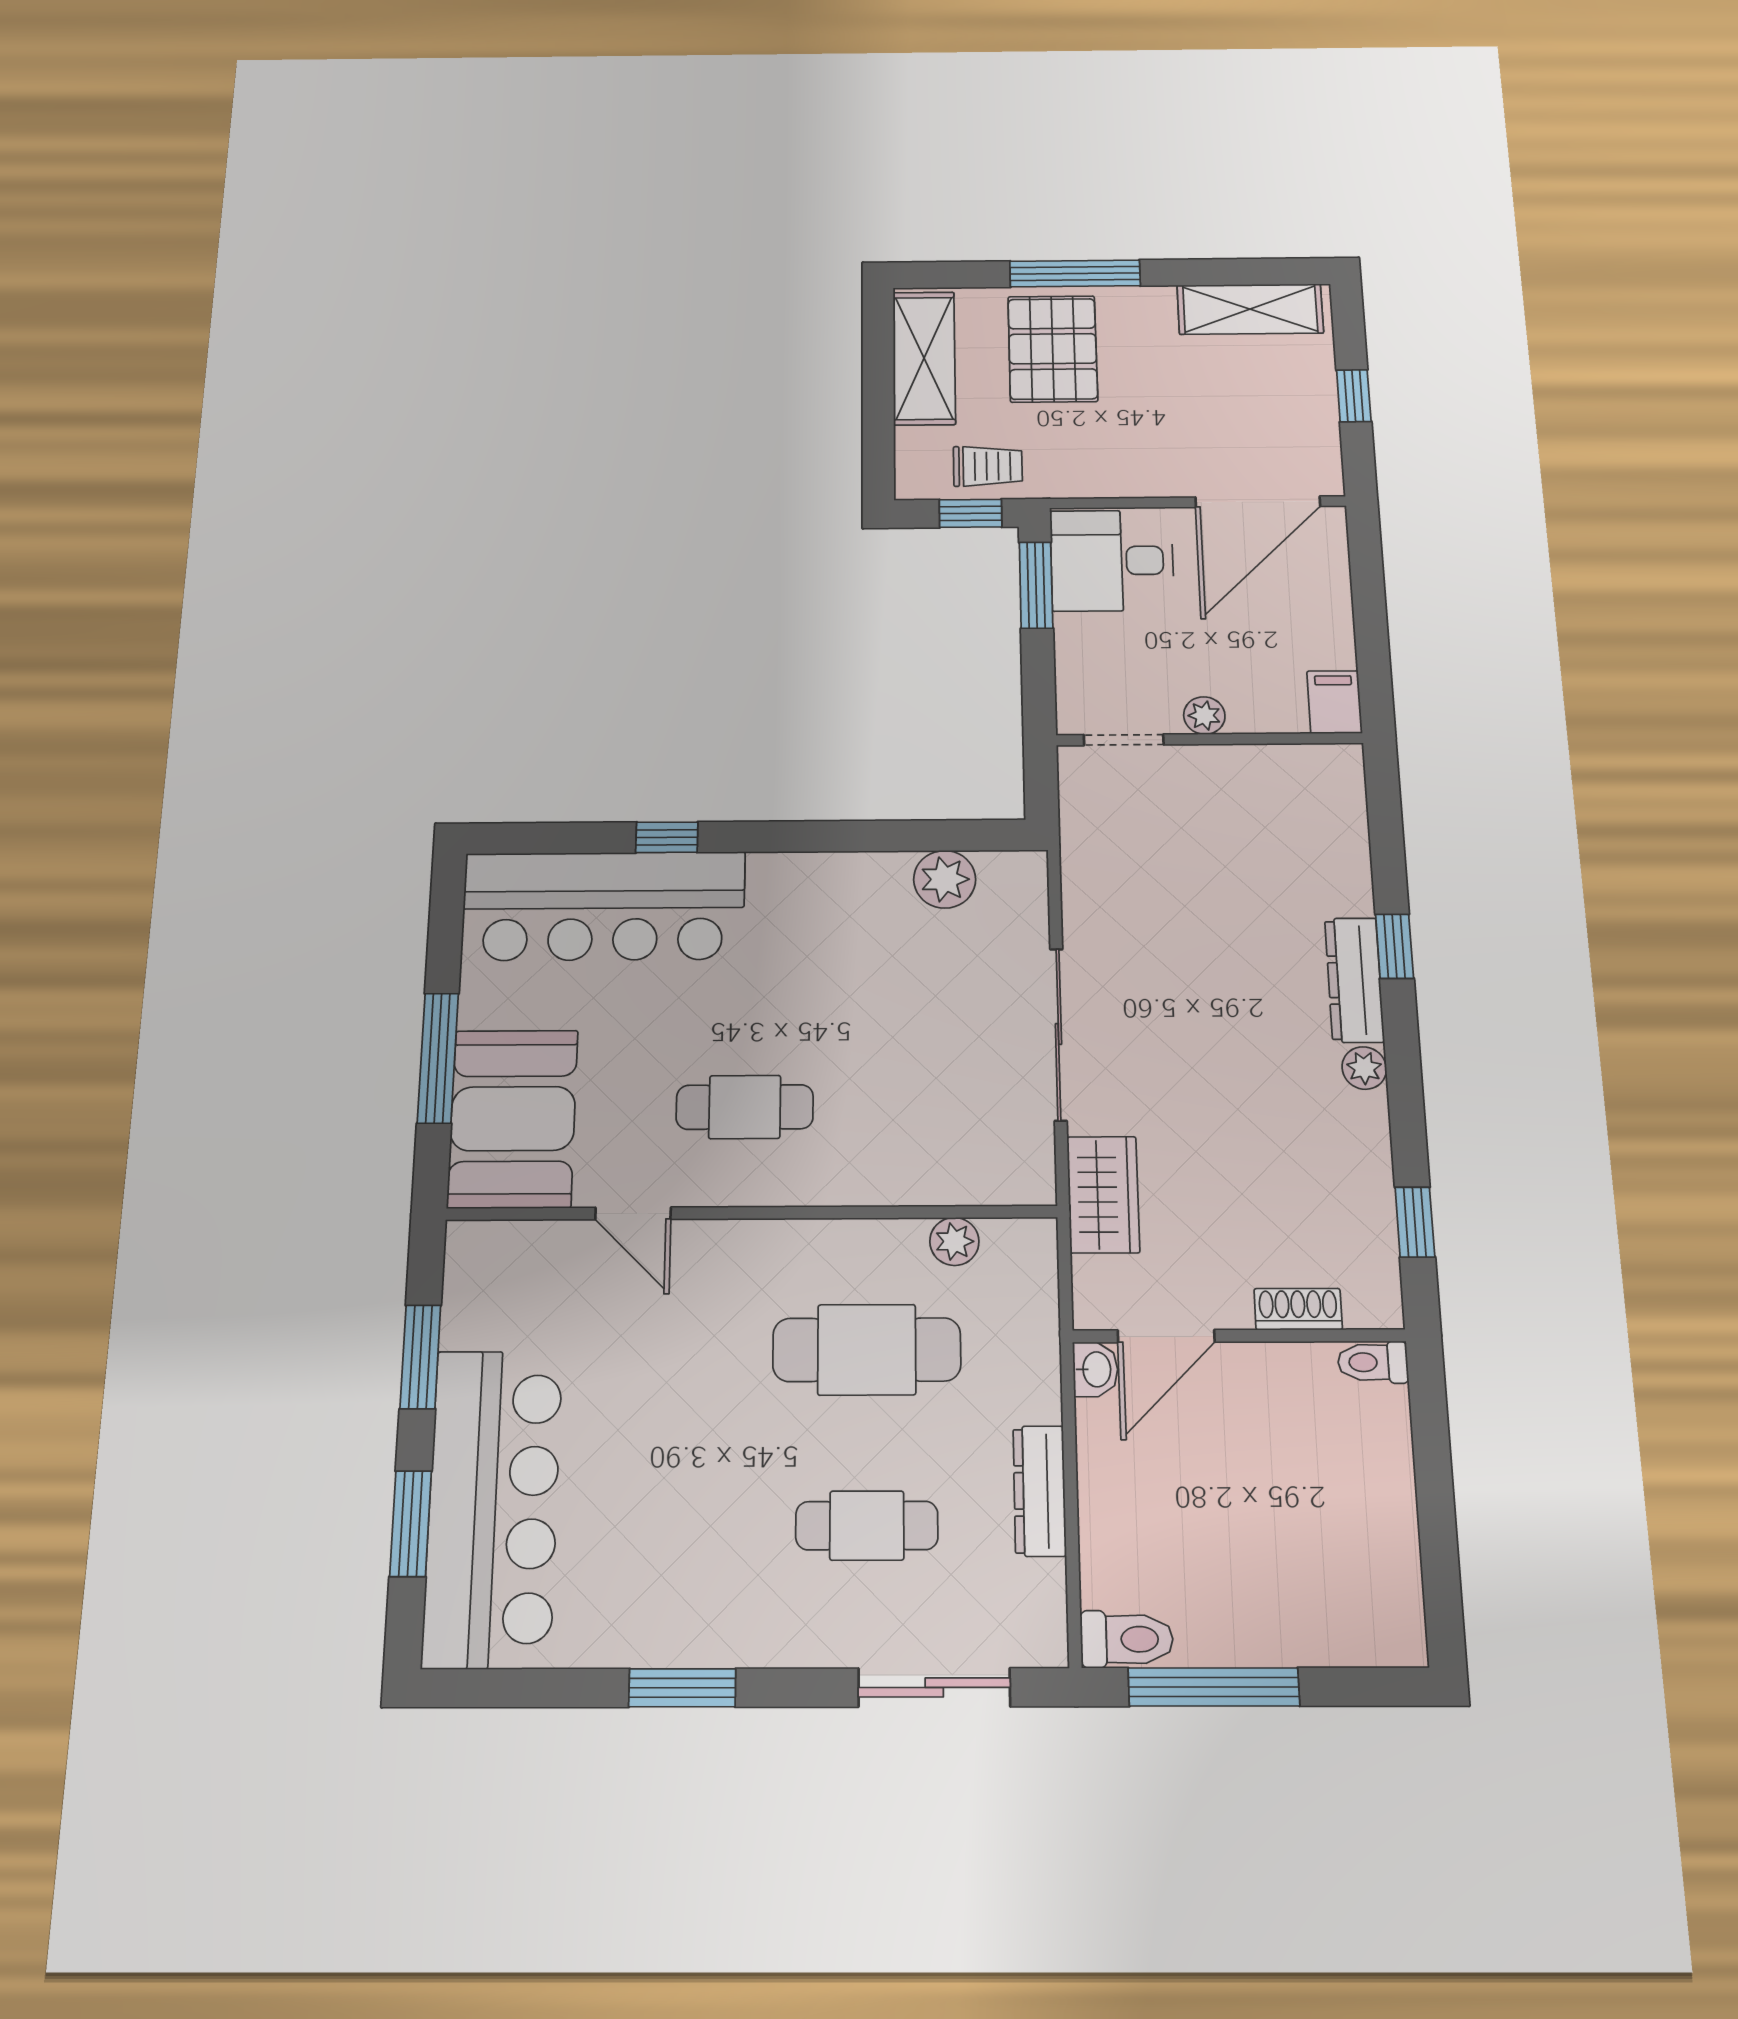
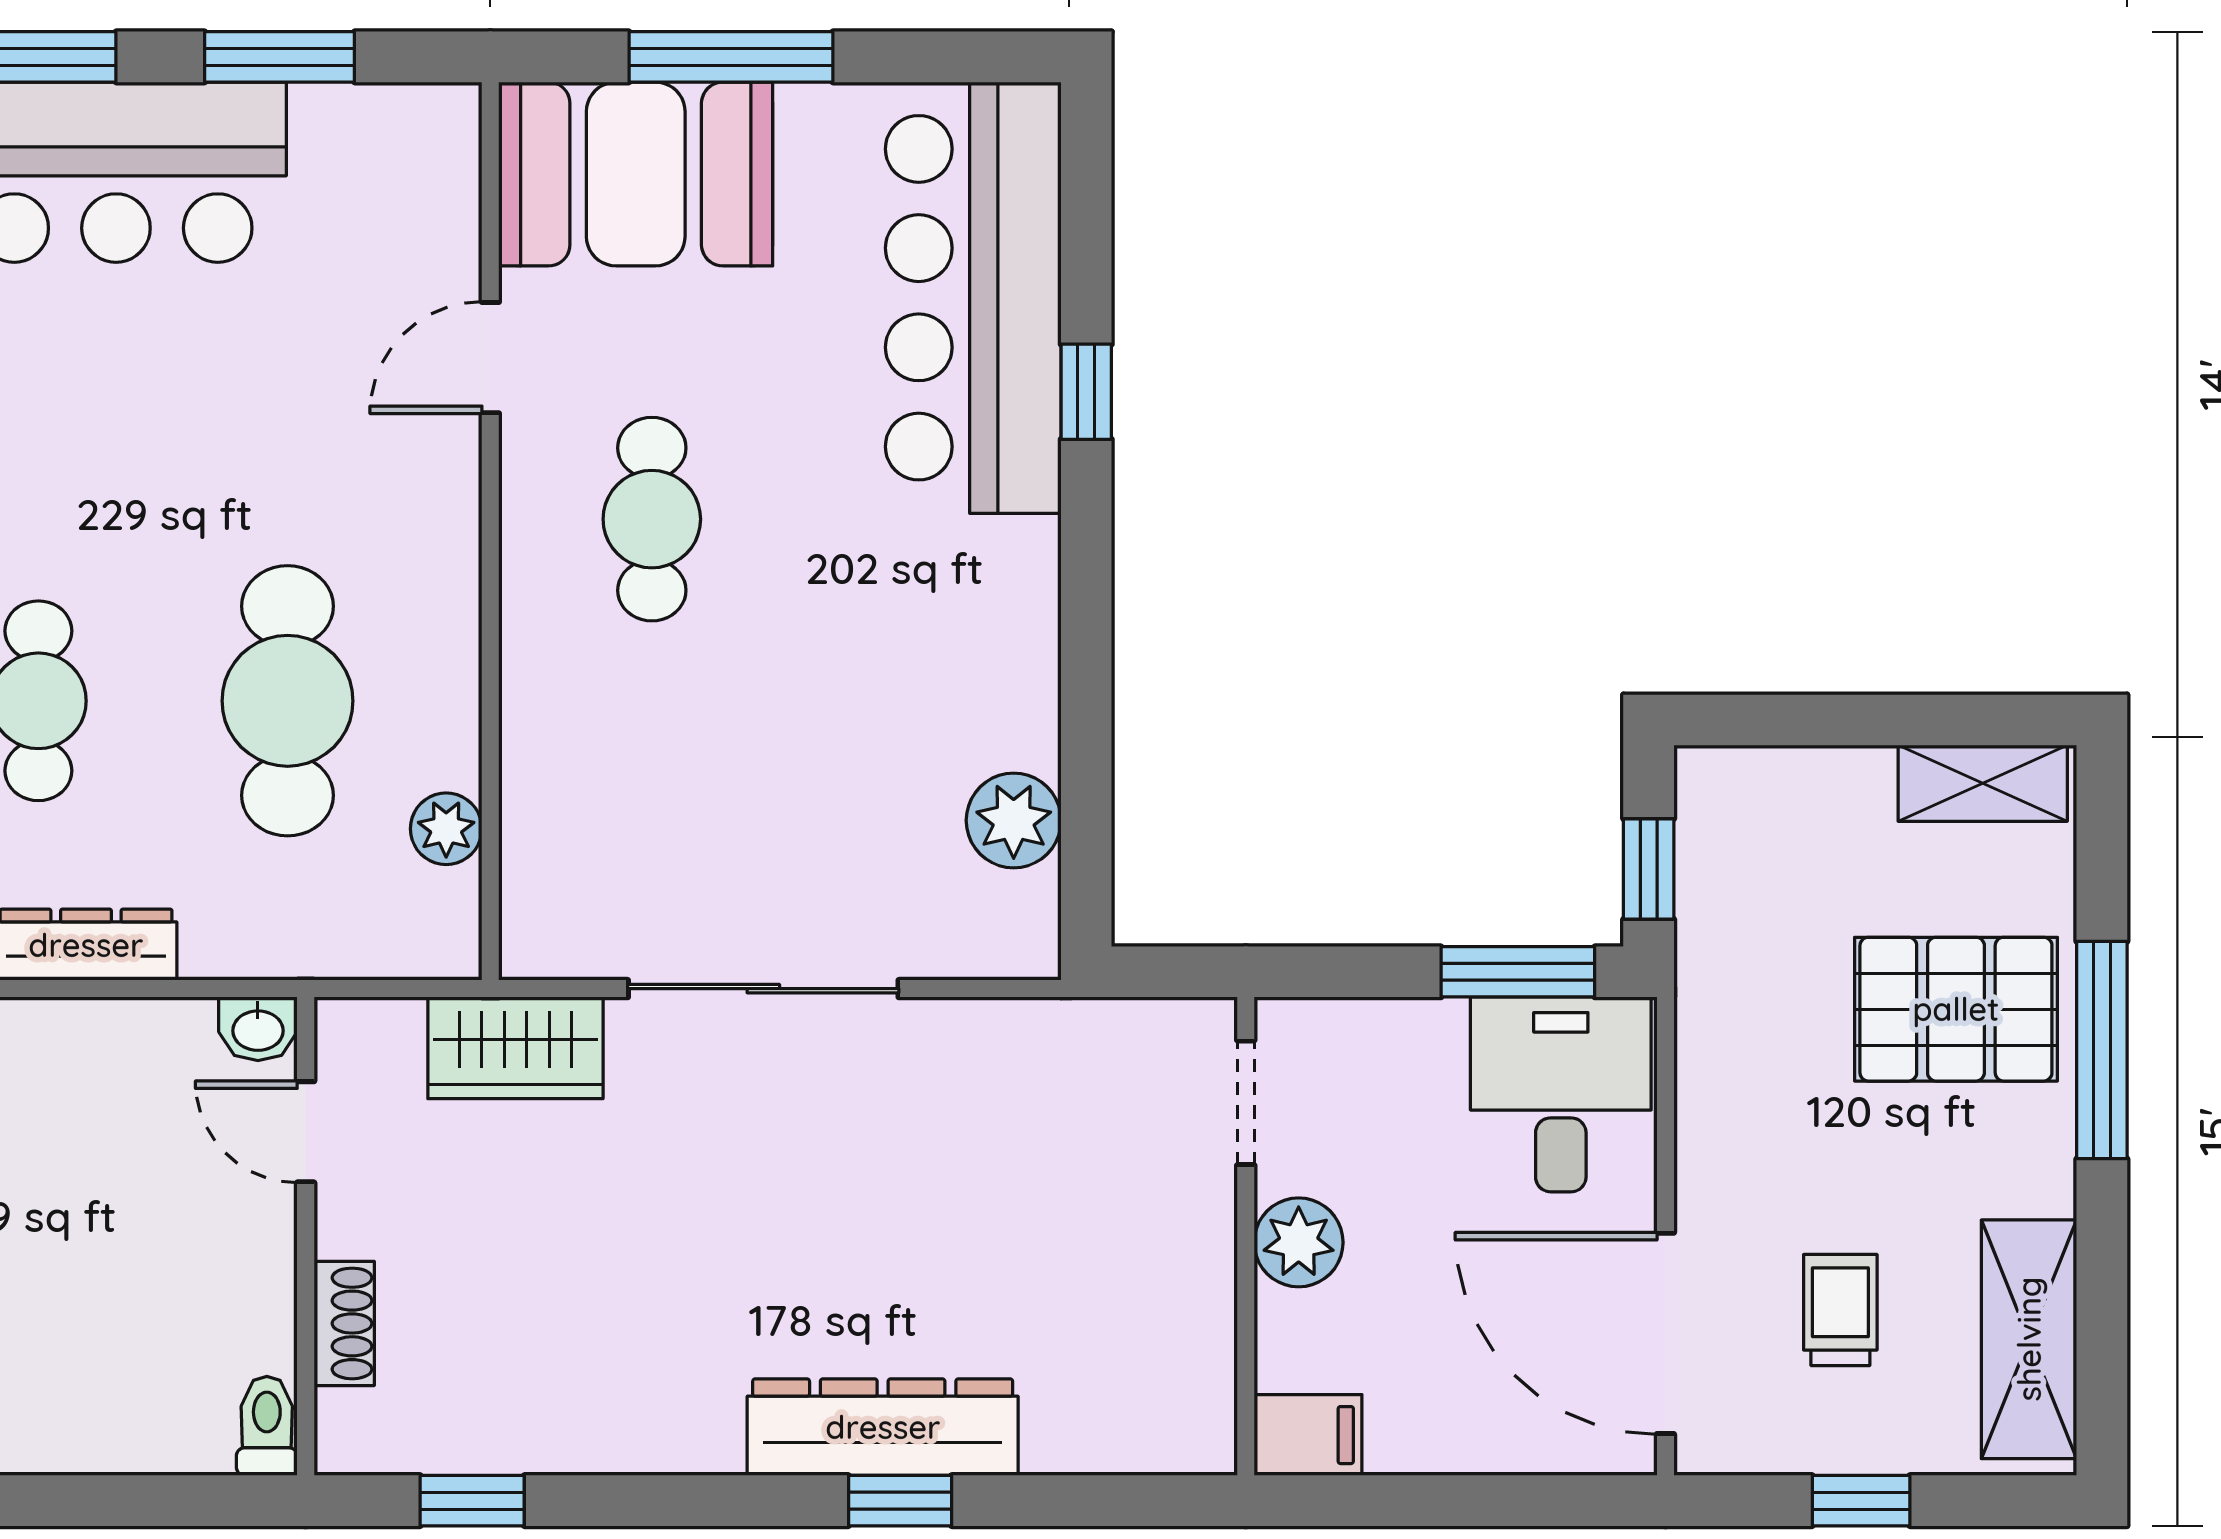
shelving: (924, 358) -> (1983, 783), width x0.67, depth x0.75
trolley: (988, 466) -> (1840, 1310), moved, turned 180
plant: (1204, 716) -> (1299, 1242), width x1.38, depth x1.38
dresser: (1354, 980) -> (883, 1427), width x1.37, depth x1.24
plant: (1364, 1068) -> (708, 1442), removed
door: (1166, 1336) -> (306, 1132), width x0.73

